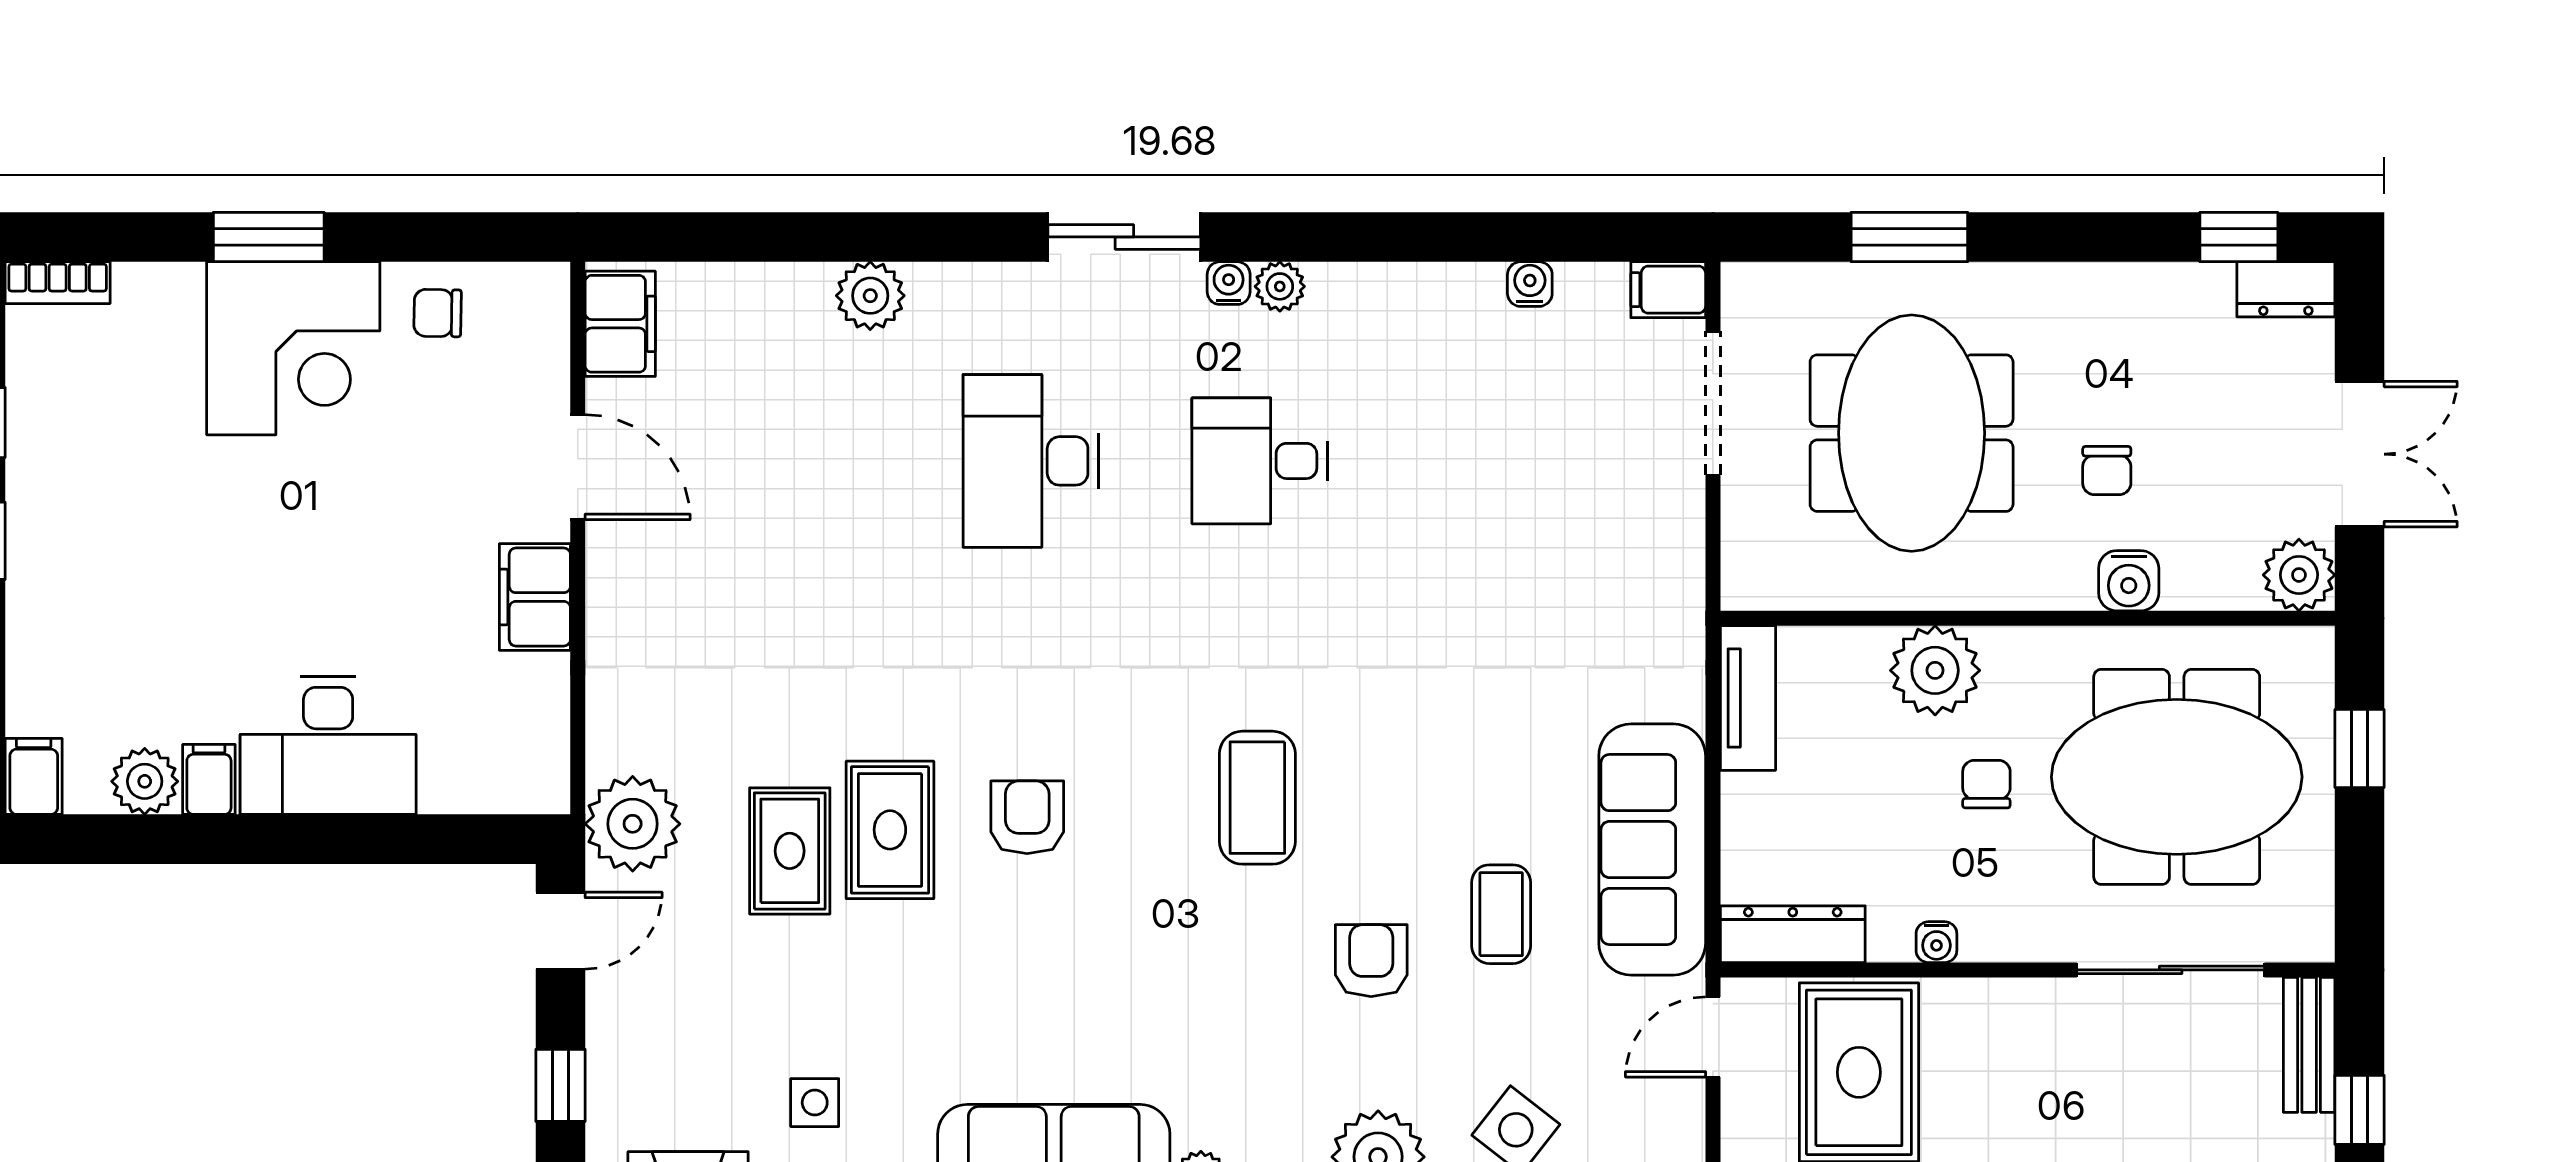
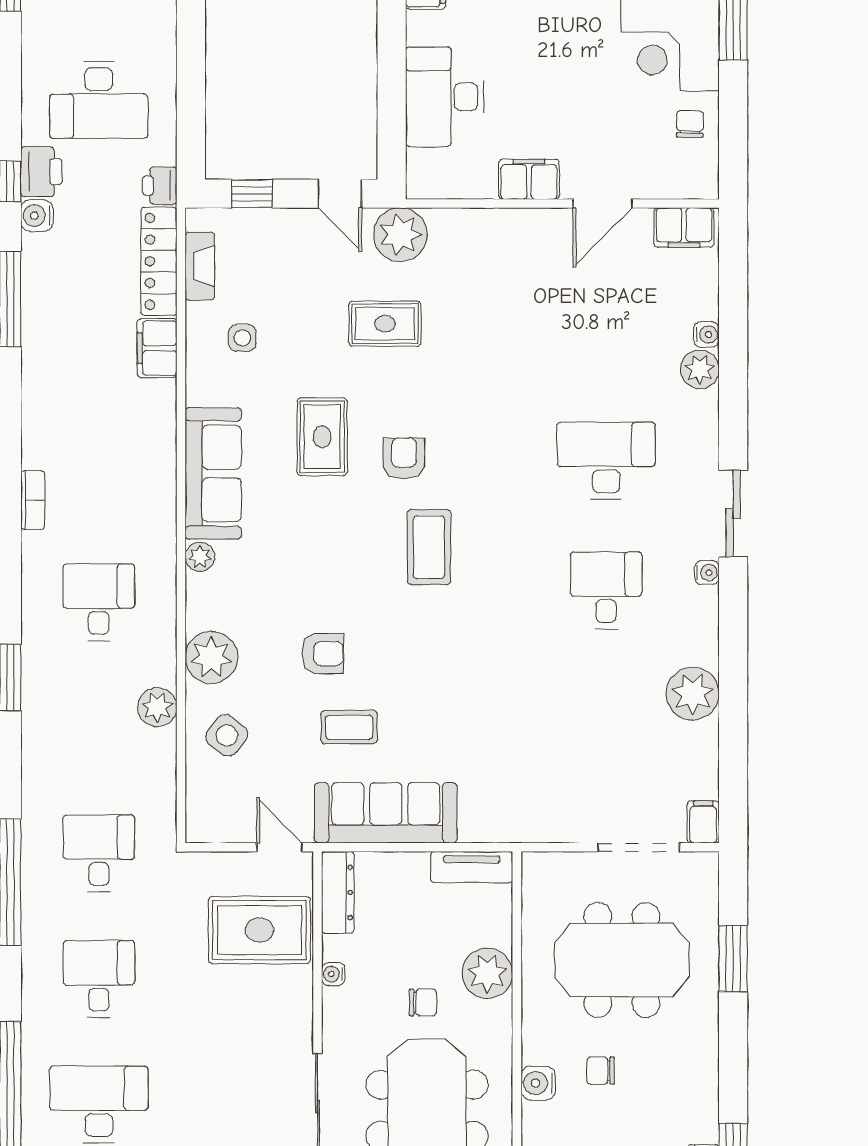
water cooler: (1530, 284) -> (706, 335), moved
plant: (1280, 286) -> (693, 694), moved, width x1.88, depth x1.88
desk: (328, 745) -> (445, 97), moved
coffee table: (1257, 798) -> (429, 547), moved, turned 90
armchair: (1027, 817) -> (404, 458), turned -90
rug: (890, 830) -> (322, 437), moved, turned 90

